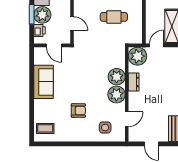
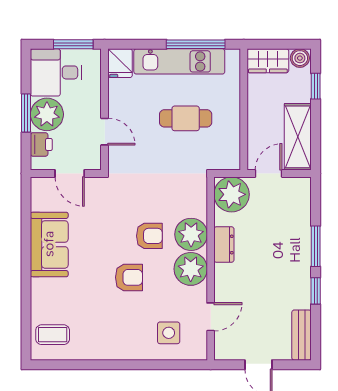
armchair: (95, 78) -> (149, 236), added
armchair: (78, 111) -> (129, 277), moved

